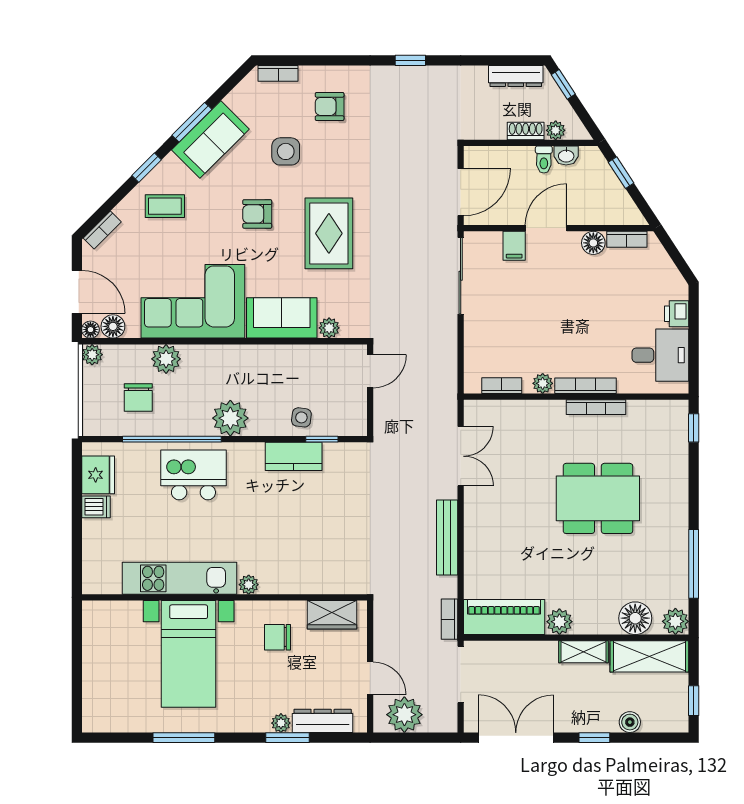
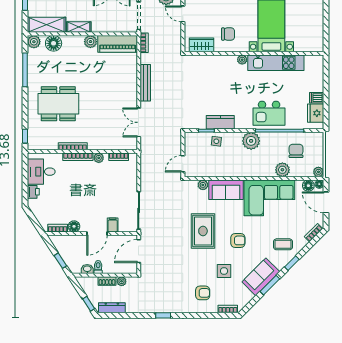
plant: (556, 130) -> (122, 281), moved
dining table: (598, 498) -> (58, 104), moved

